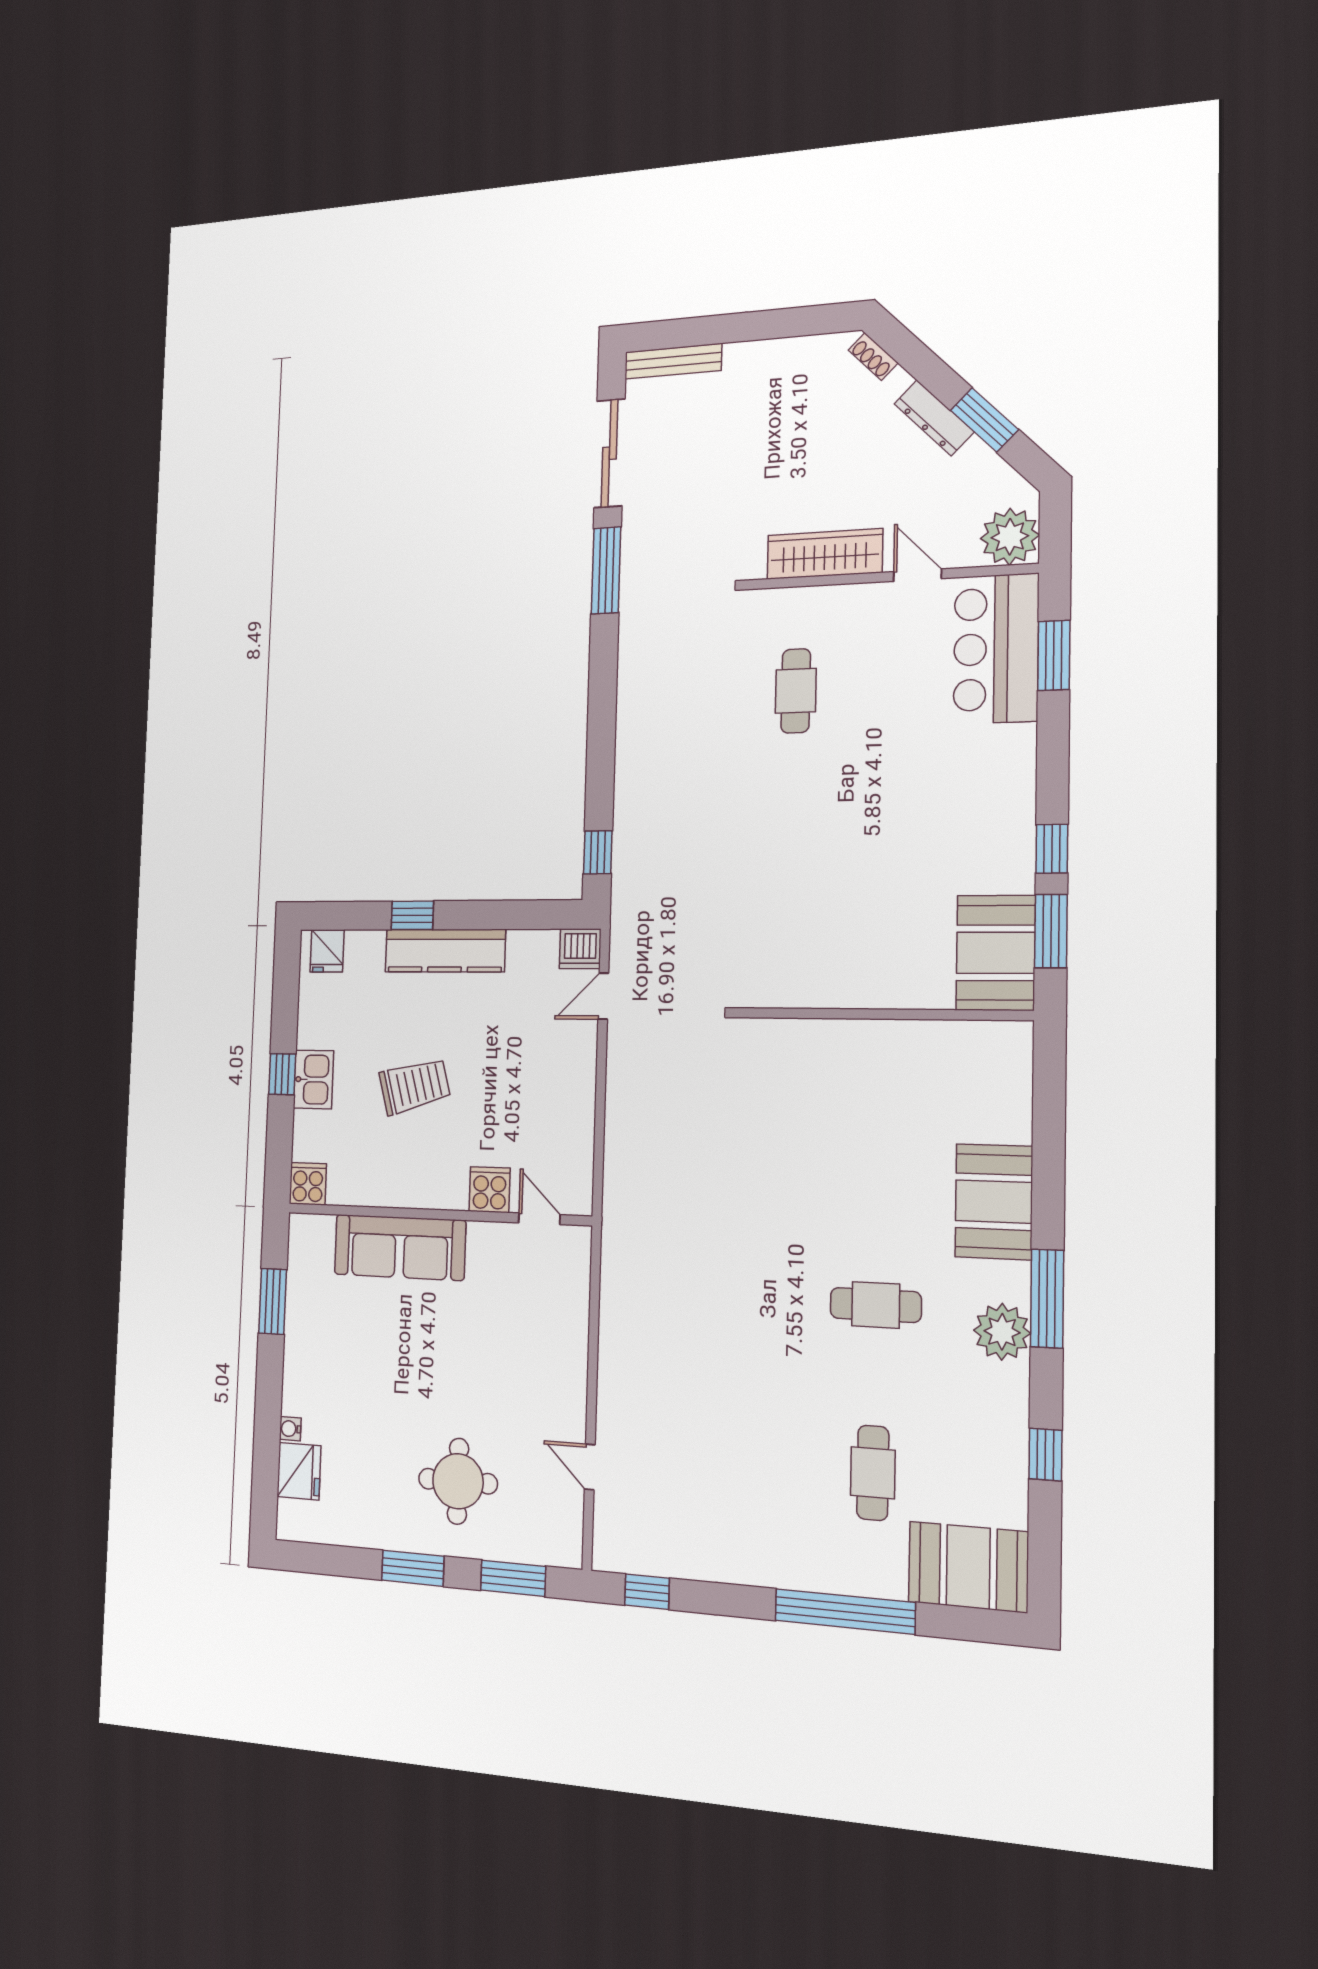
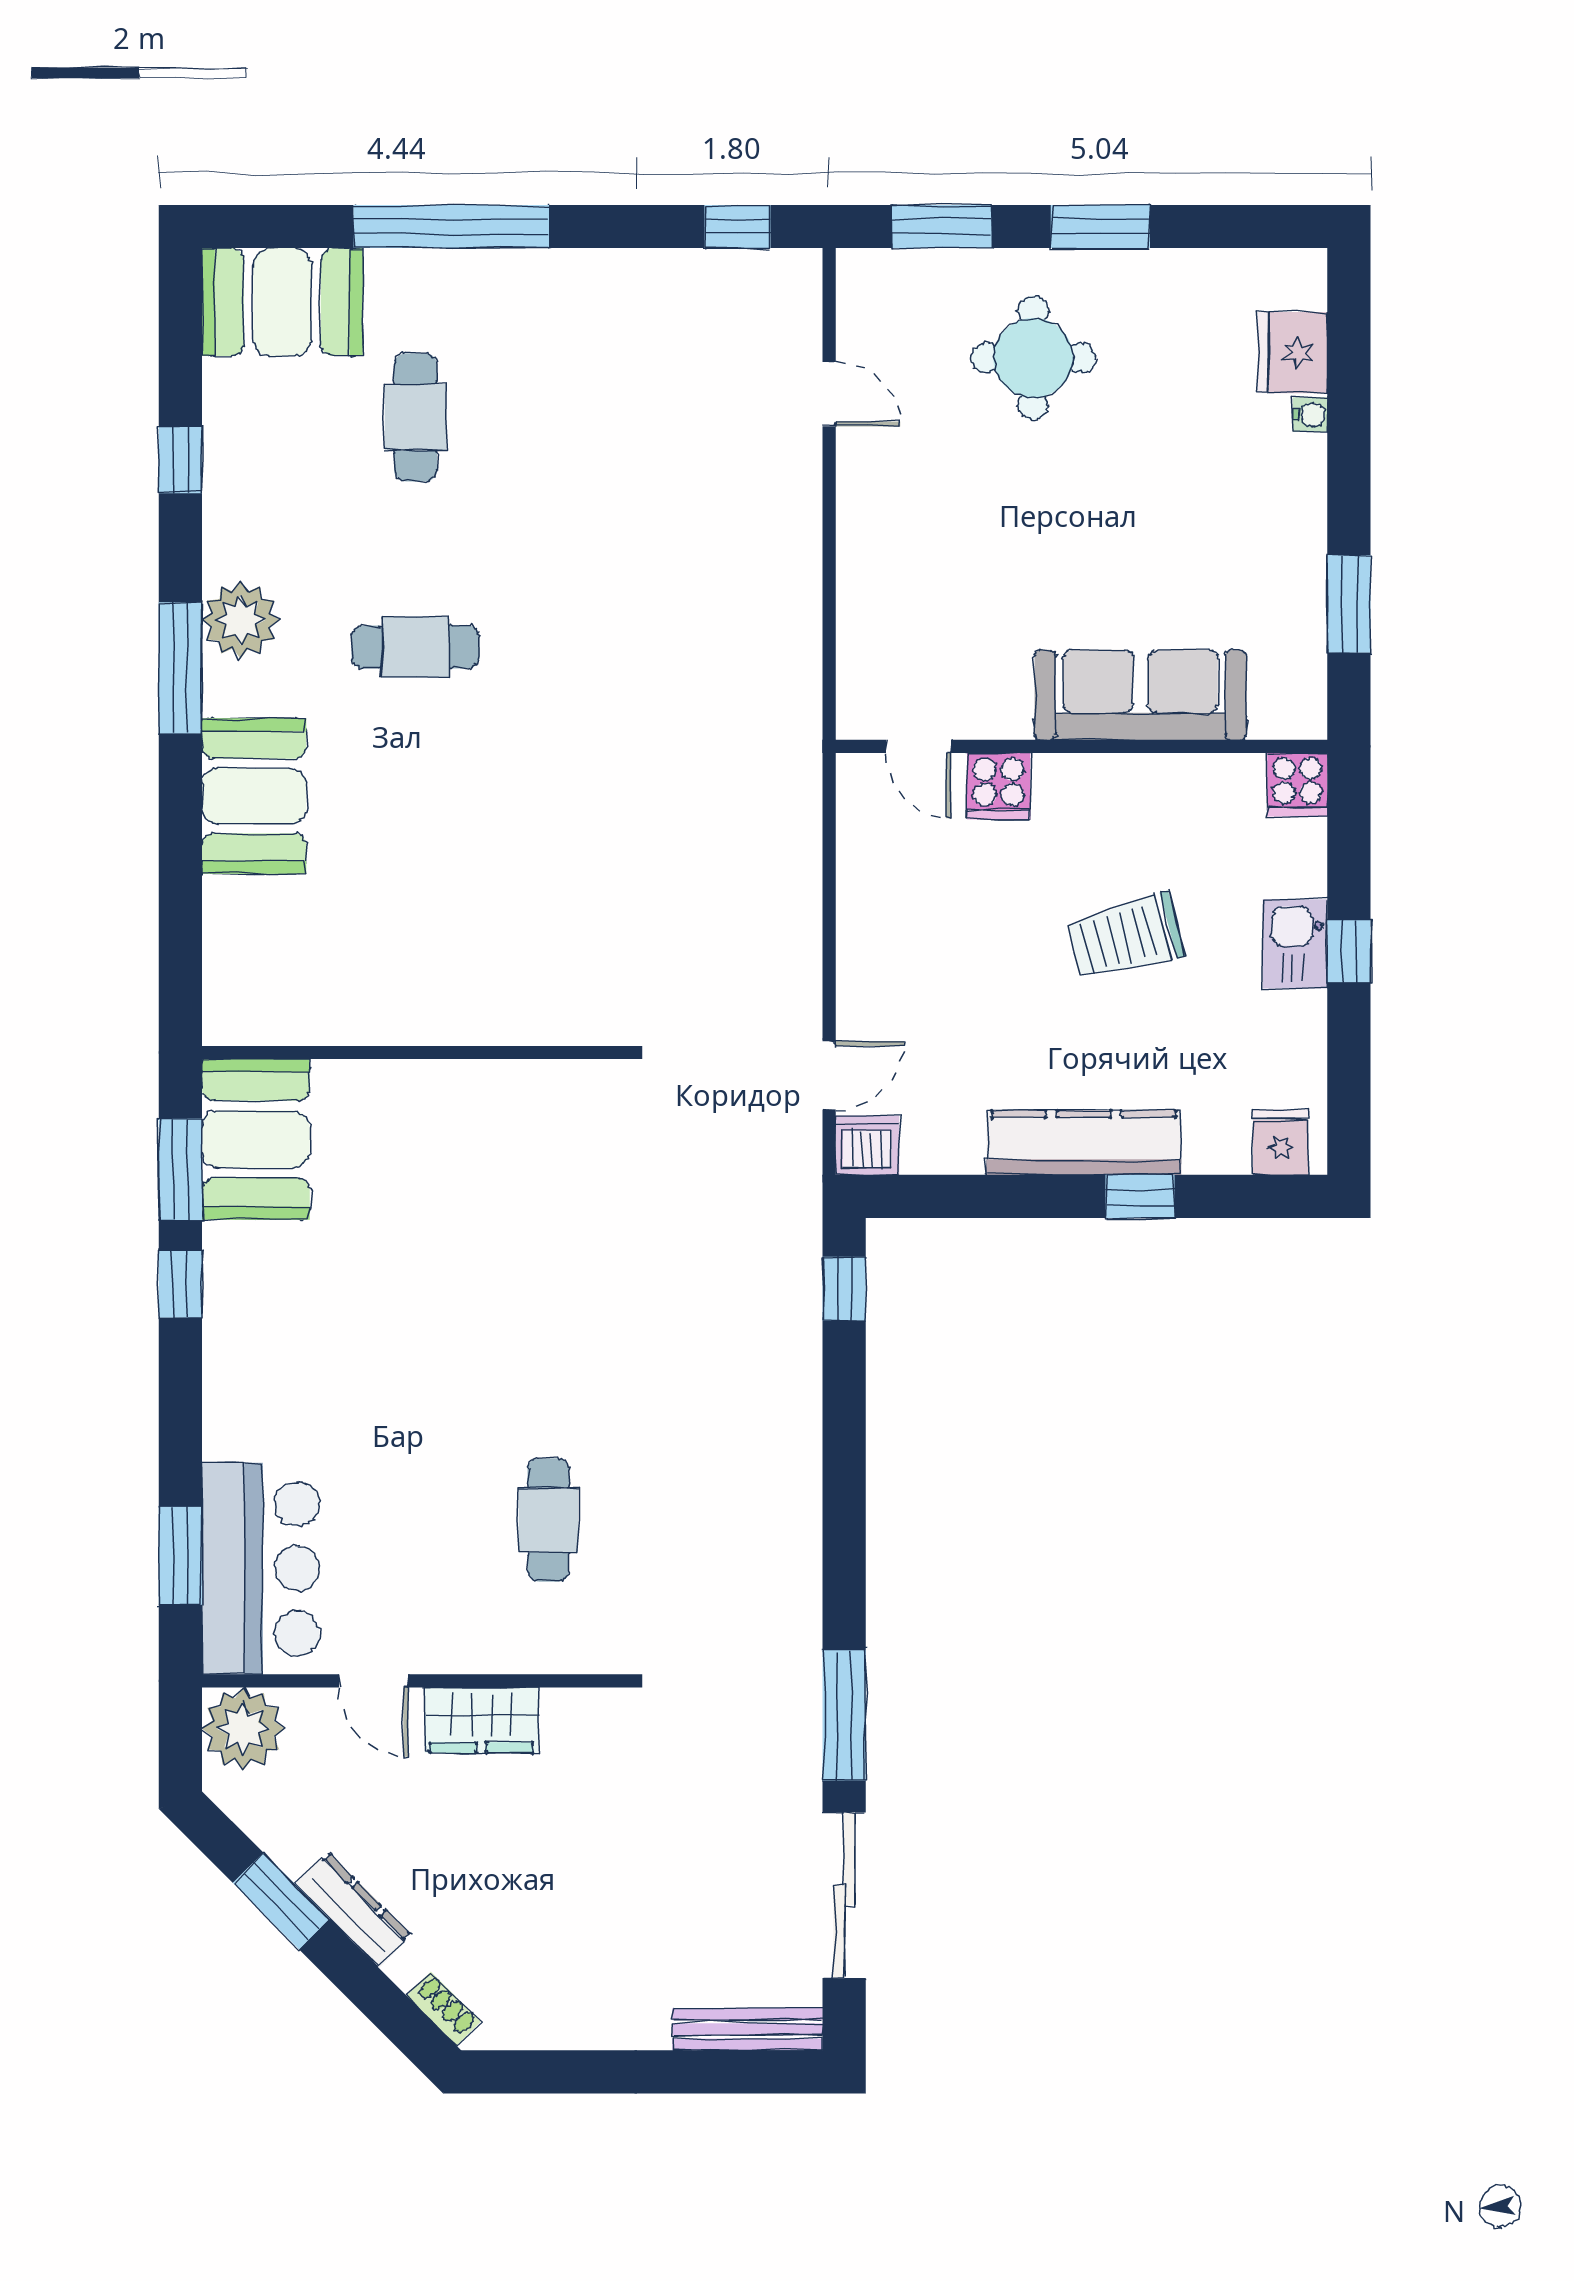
wardrobe: (825, 554) -> (481, 1720), width x0.67

